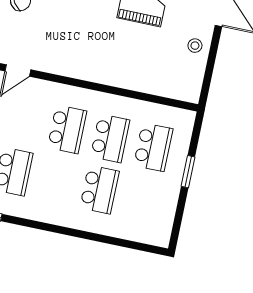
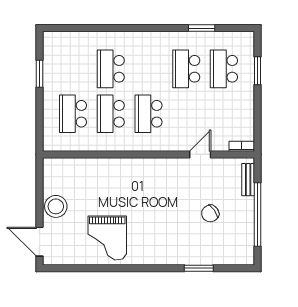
stool: (195, 46) -> (56, 206), width x1.89, depth x1.89
window: (188, 172) -> (39, 74), moved

